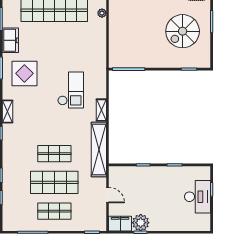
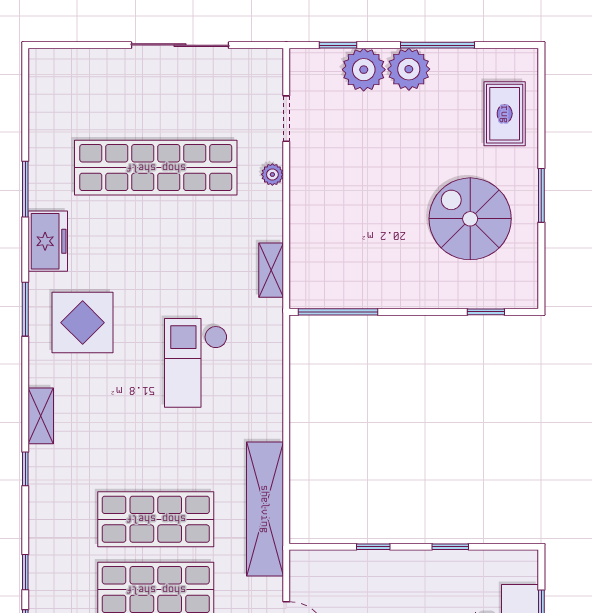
spiral stairs: (183, 31) -> (470, 219), turned 90
checkout: (71, 90) -> (196, 363), turned 180
shelving: (101, 110) -> (271, 270), moved
shop shelf: (54, 154) -> (156, 519), width x1.43, depth x1.36

